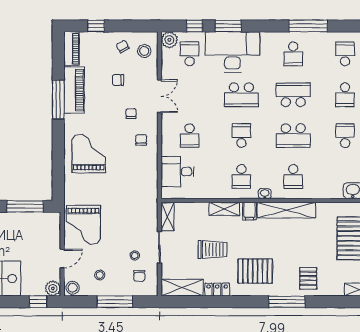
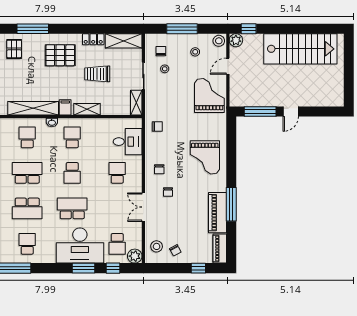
chair: (118, 80) -> (157, 126), moved

